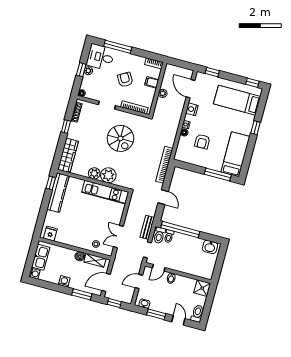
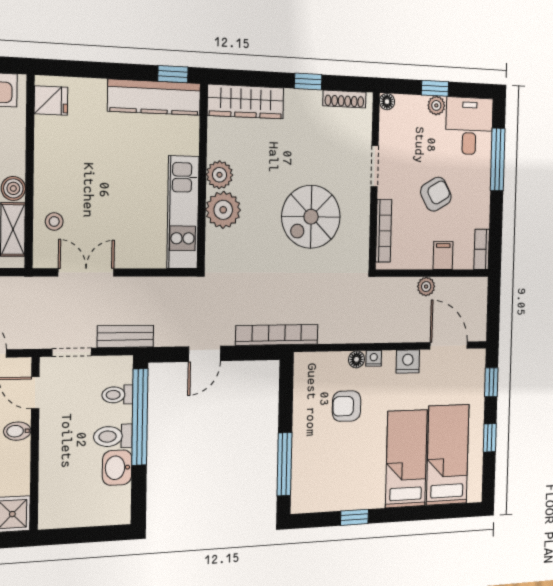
window: (252, 83) -> (490, 438), moved
door: (191, 89) -> (449, 345), hinge flipped
window: (256, 128) -> (355, 517), moved
bed: (235, 154) -> (406, 459), moved, turned -90
toilet: (159, 235) -> (113, 436), moved
washbasin: (210, 247) -> (117, 468), moved

